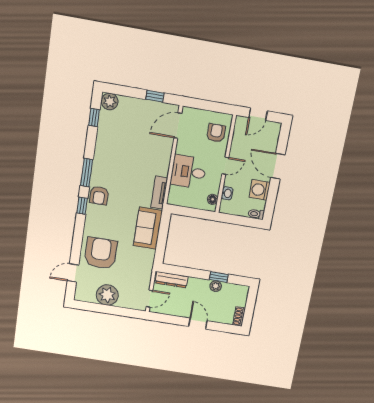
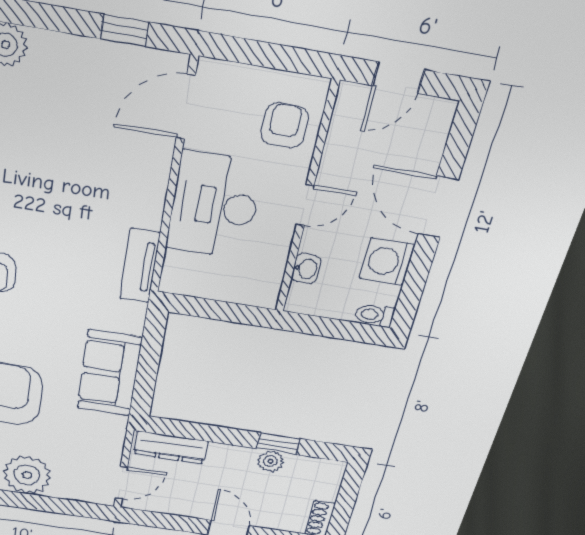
desk: (188, 172) -> (214, 206), width x1.37
floor lamp: (213, 199) -> (270, 282), removed
sofa: (148, 228) -> (109, 373), moved

